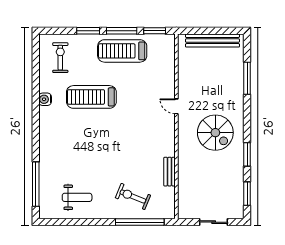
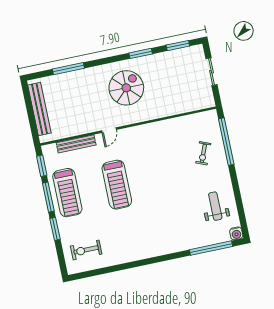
treadmill: (91, 97) -> (117, 185), moved
water cooler: (45, 99) -> (236, 233), moved
bench: (170, 172) -> (76, 144), moved, width x1.36
exercise bike: (133, 196) -> (203, 153), width x0.73, depth x0.72

